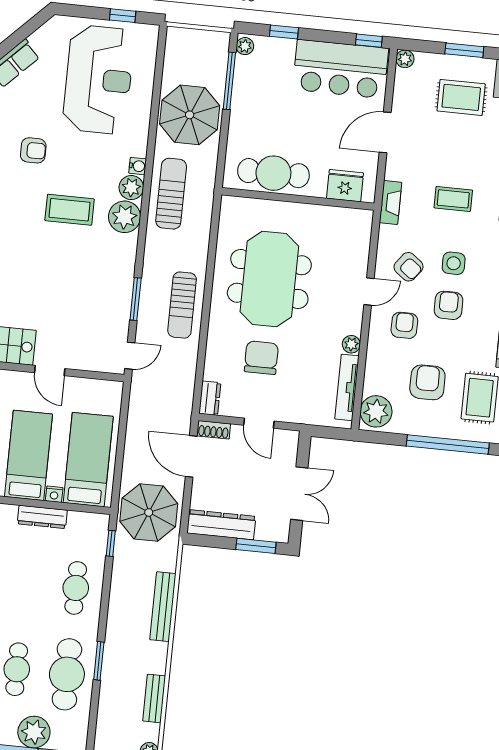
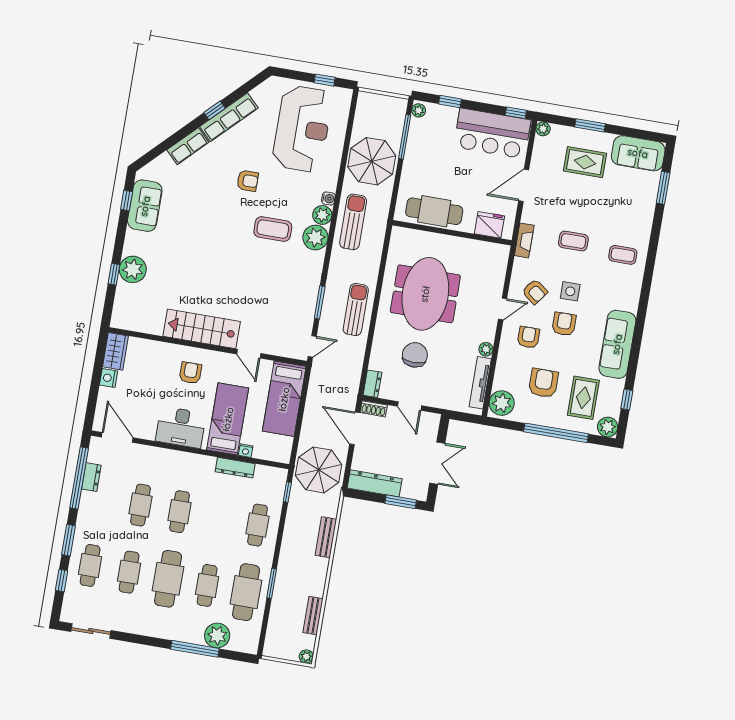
sun lounger: (182, 305) -> (356, 310), turned 180
bed: (88, 460) -> (284, 399), moved, turned 180
bench: (163, 607) -> (326, 537), width x0.73

